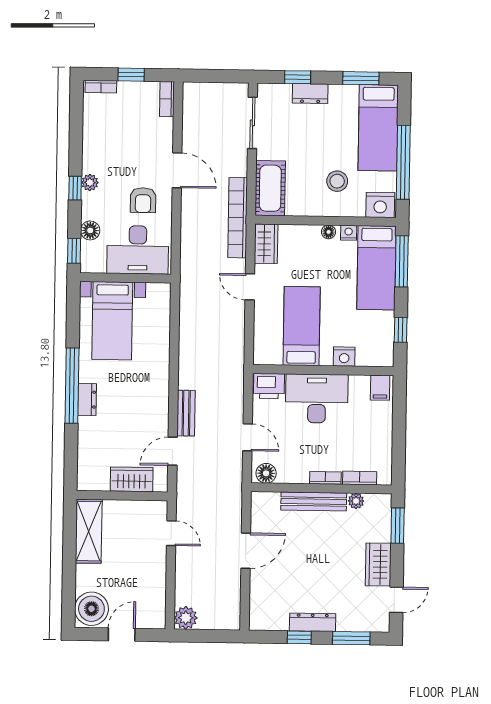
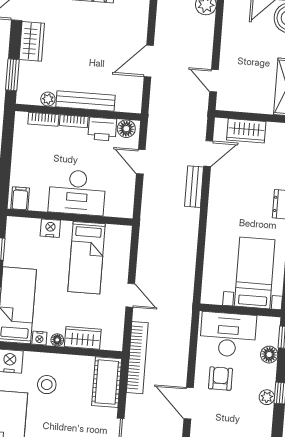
wardrobe: (266, 244) -> (83, 338), moved, turned 90
printer: (269, 386) -> (102, 129), moved, turned 180

